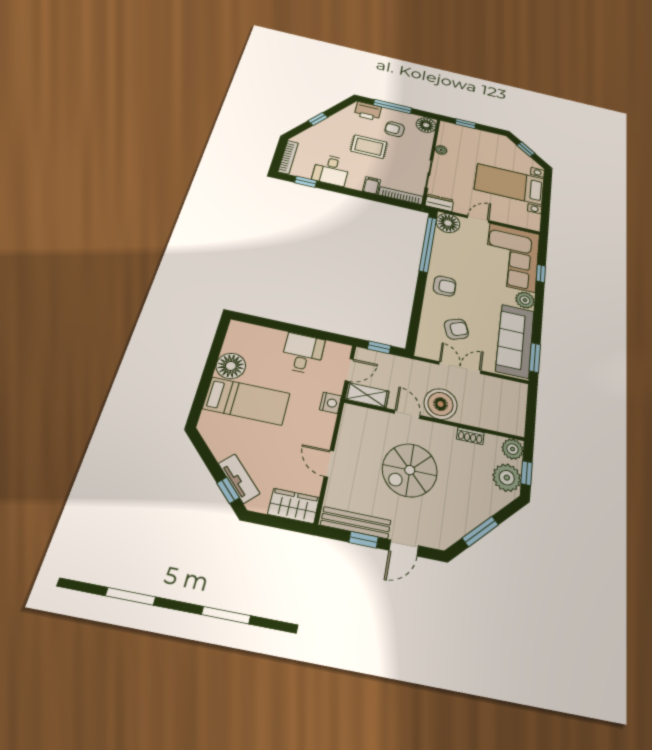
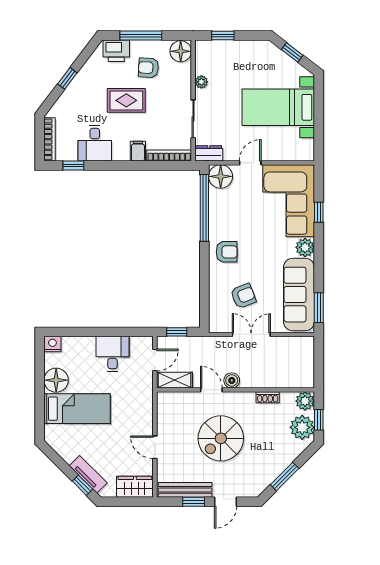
nightstand: (330, 403) -> (52, 344), moved, turned -90
boiler: (441, 404) -> (232, 380), width x0.54, depth x0.54

